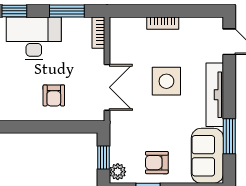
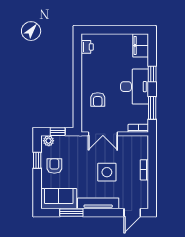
armchair: (54, 95) -> (98, 100), turned -90

